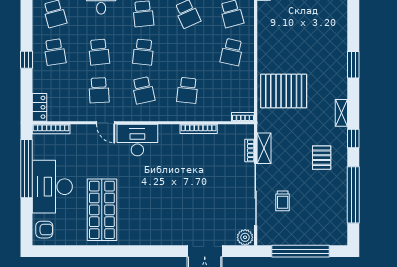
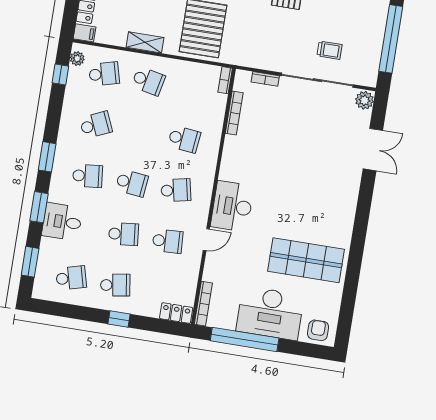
bookcase: (199, 129) -> (234, 113), moved
shelving: (264, 148) -> (145, 42), moved

